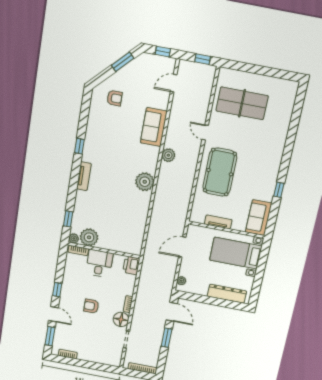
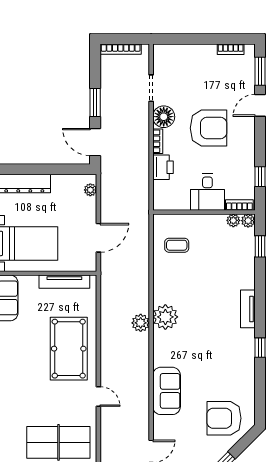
armchair: (114, 98) -> (224, 418), width x1.88, depth x1.88
plant: (168, 155) -> (141, 323), moved
tv unit: (218, 222) -> (64, 282), width x1.41
coffee table: (127, 231) -> (177, 245), added
plant: (89, 237) -> (233, 220), width x0.53, depth x0.53
printer: (131, 265) -> (163, 167), moved
window: (57, 290) -> (260, 177), moved
armchair: (91, 306) -> (209, 128), width x1.88, depth x1.88
door: (53, 314) -> (260, 105), hinge flipped

